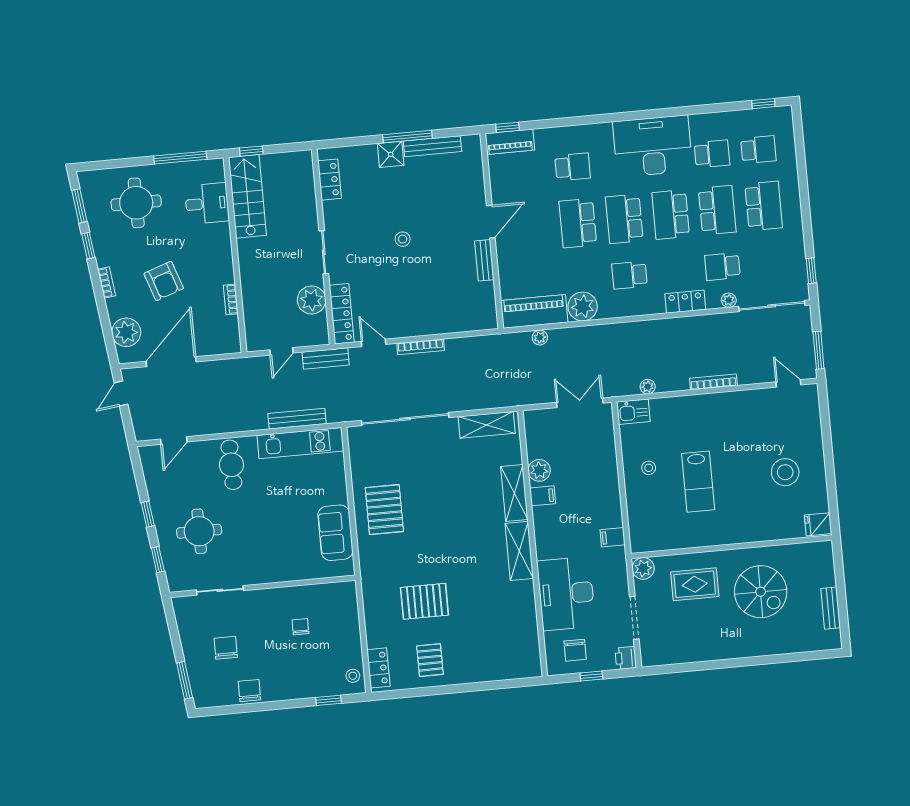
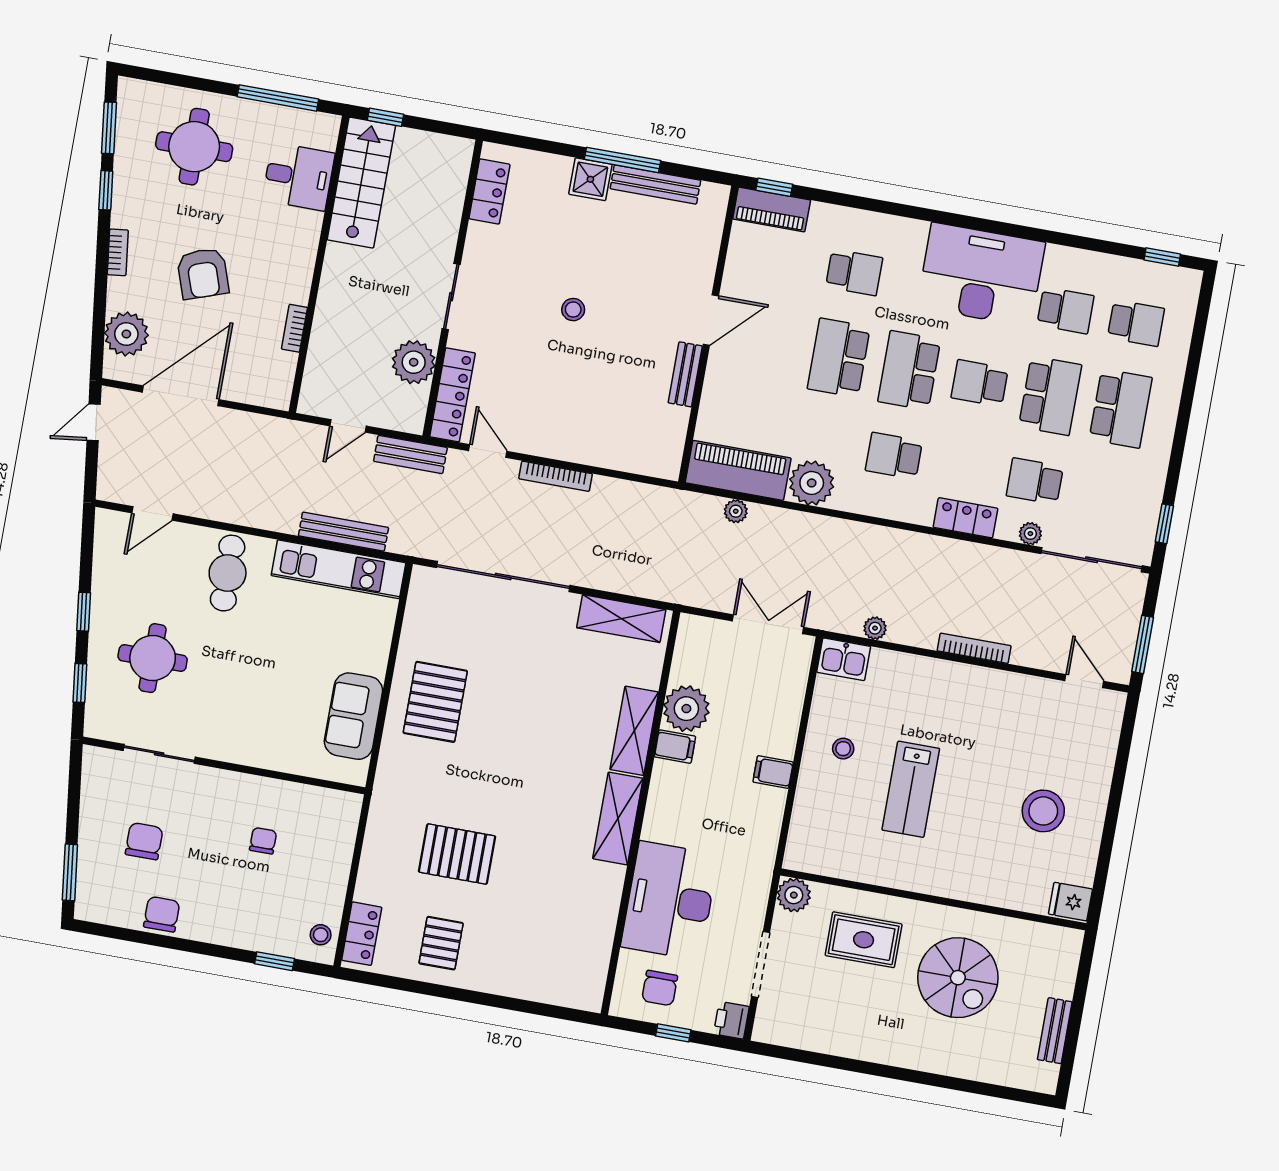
school desk: (671, 215) -> (980, 383), width x0.54
plant: (539, 470) -> (686, 709), width x1.36, depth x1.36
filing cabinet: (613, 537) -> (773, 772), moved

